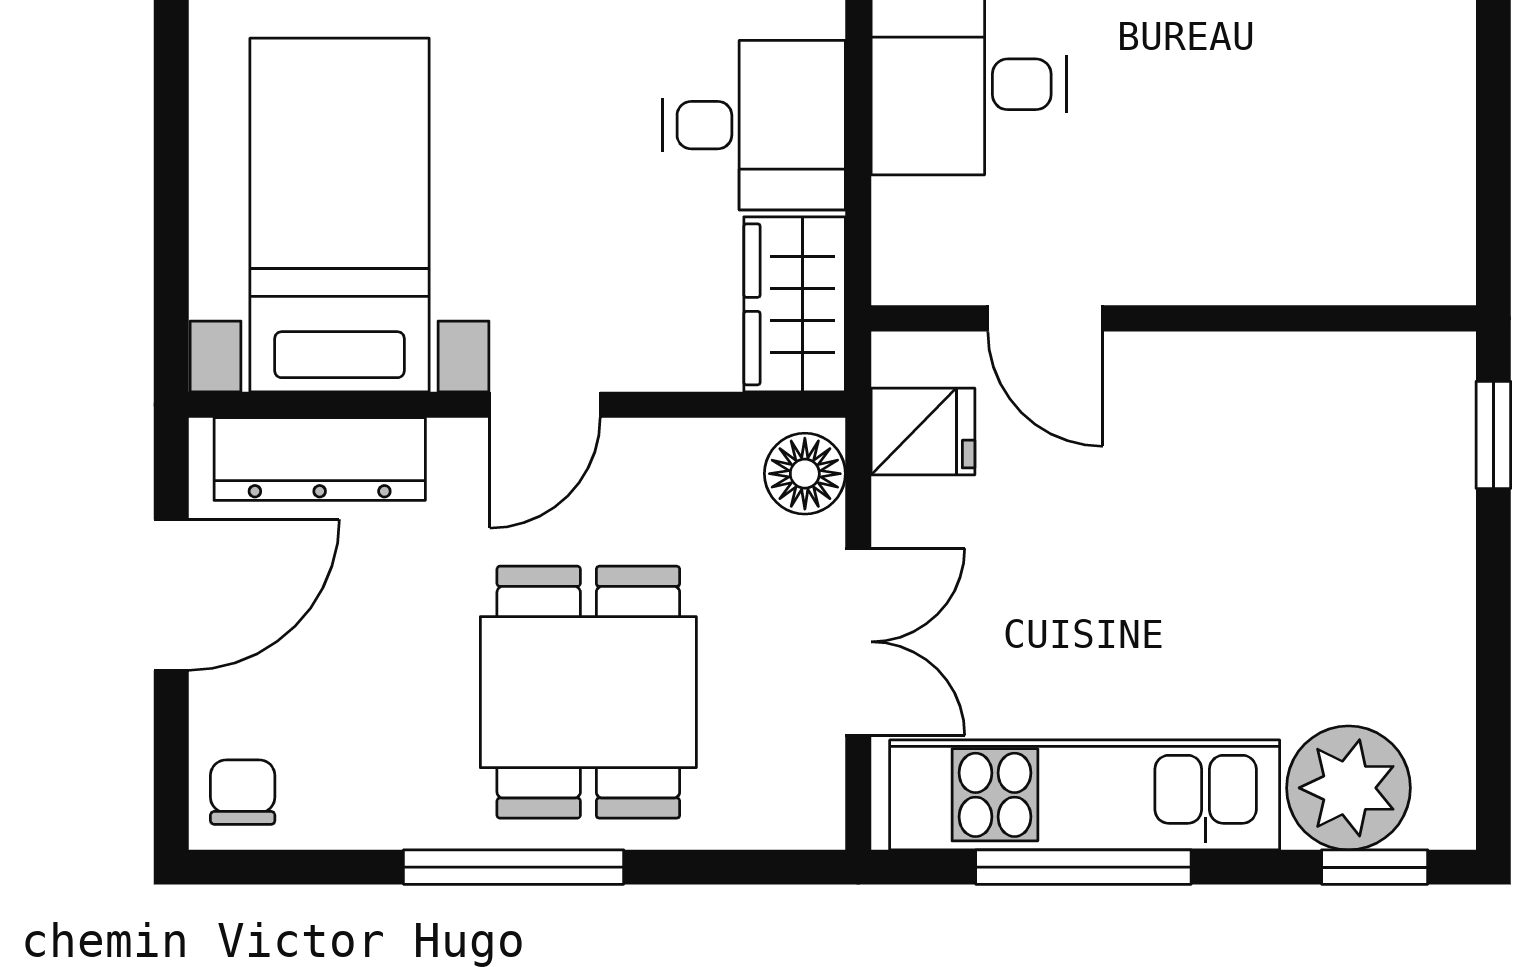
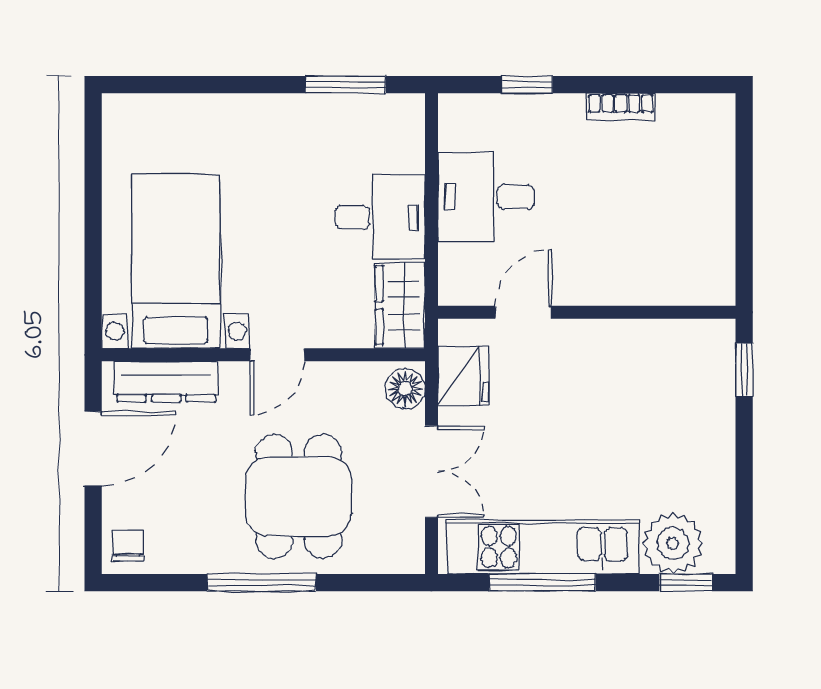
door: (1045, 318) -> (524, 312), swing flipped
fridge: (923, 431) -> (463, 376), width x1.38

